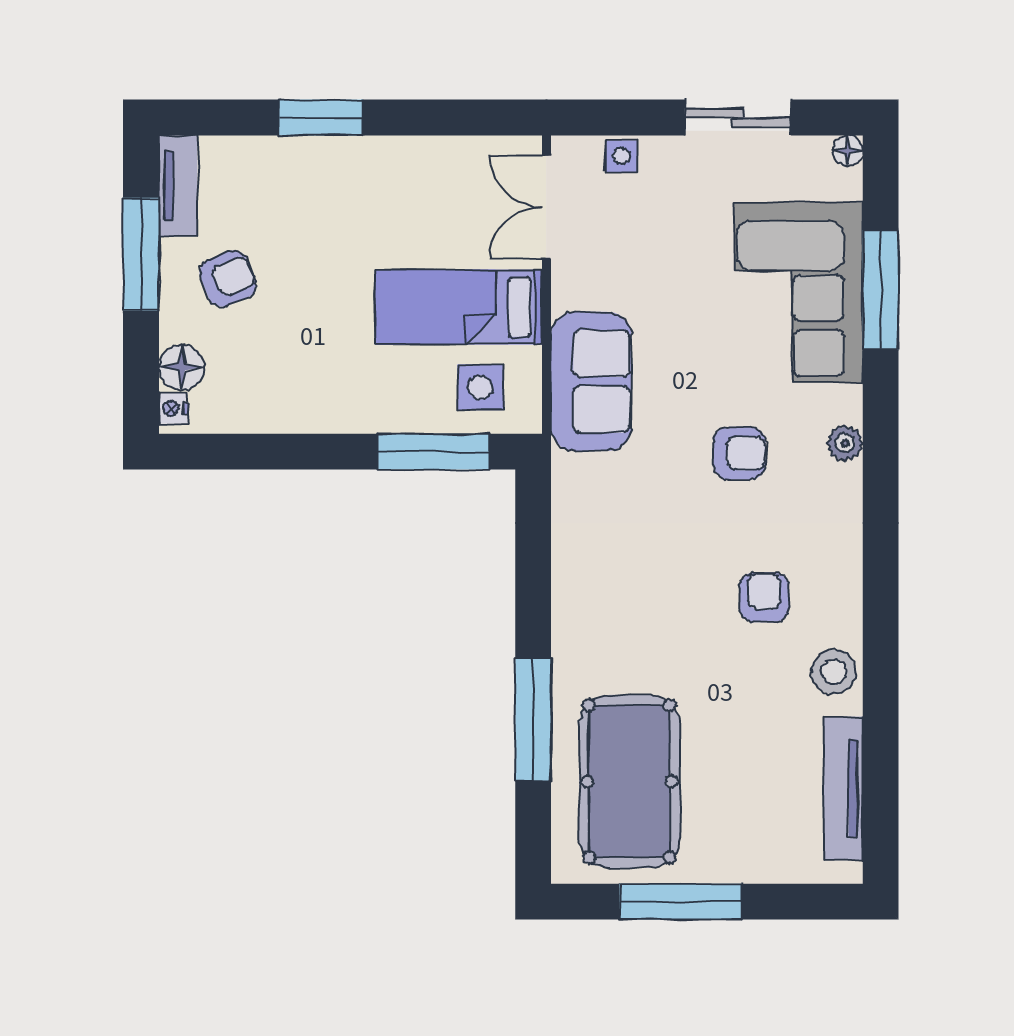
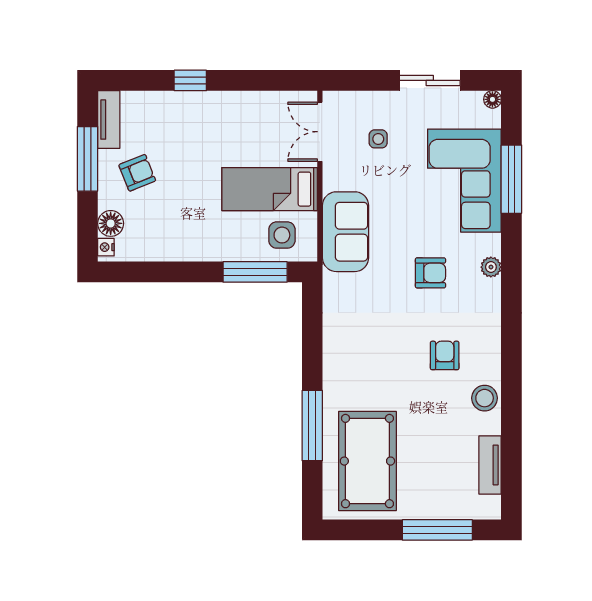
window: (320, 117) -> (190, 80), width x0.67
side table: (622, 156) -> (378, 139), moved
tv unit: (843, 788) -> (490, 465), width x0.71
window: (681, 902) -> (437, 530), moved

